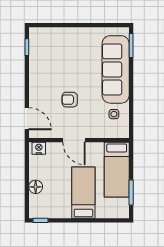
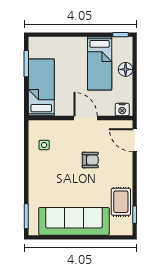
rug: (40, 59) -> (121, 202), added
sofa: (116, 69) -> (74, 221), moved, turned -90
bed: (83, 193) -> (100, 63), moved

